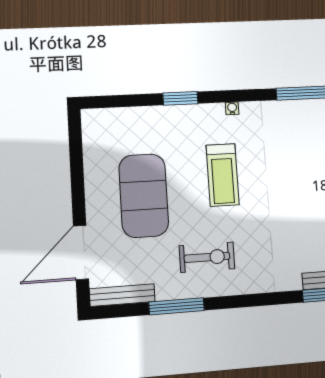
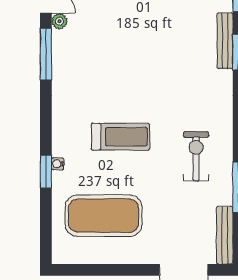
water cooler: (232, 108) -> (58, 164), moved
exercise mat: (144, 196) -> (104, 216), moved

